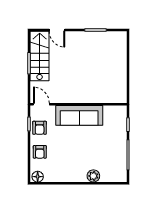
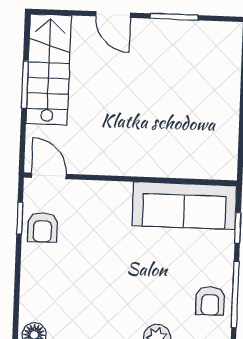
door: (57, 30) -> (113, 15), moved
sofa: (79, 115) -> (184, 206), moved
armchair: (40, 152) -> (210, 301), moved

